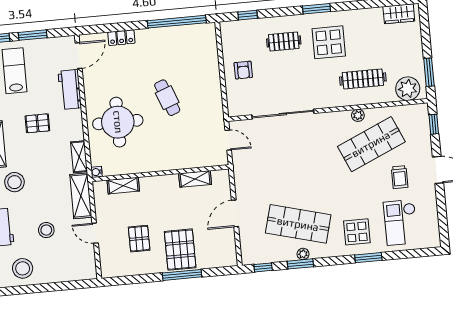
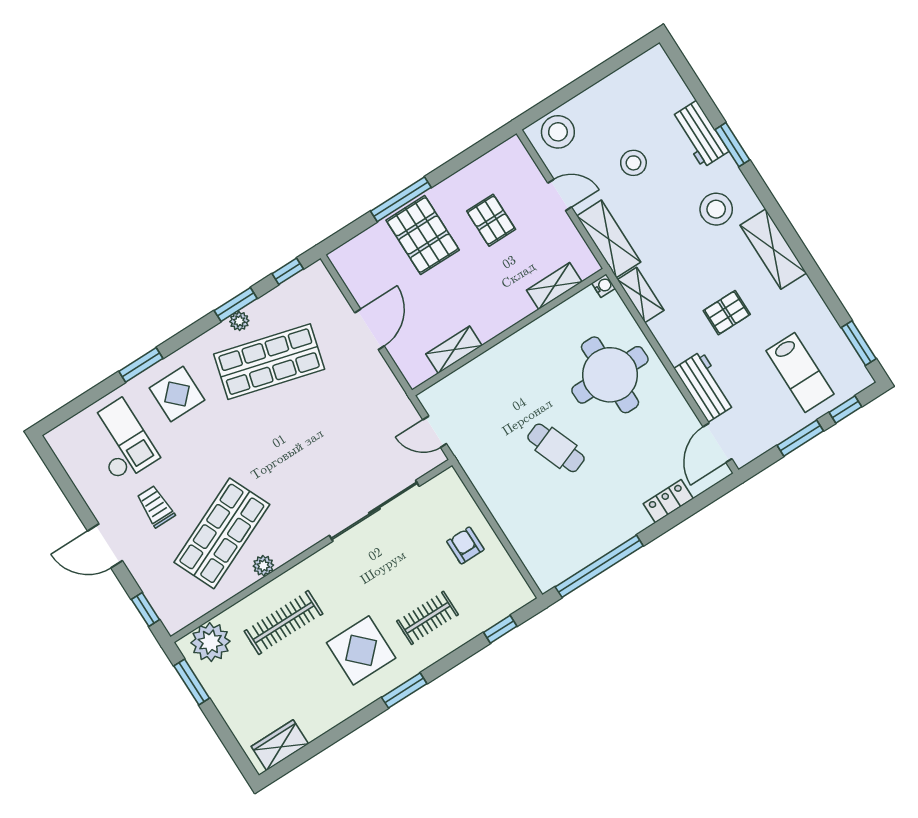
stool: (23, 268) -> (558, 132), moved

